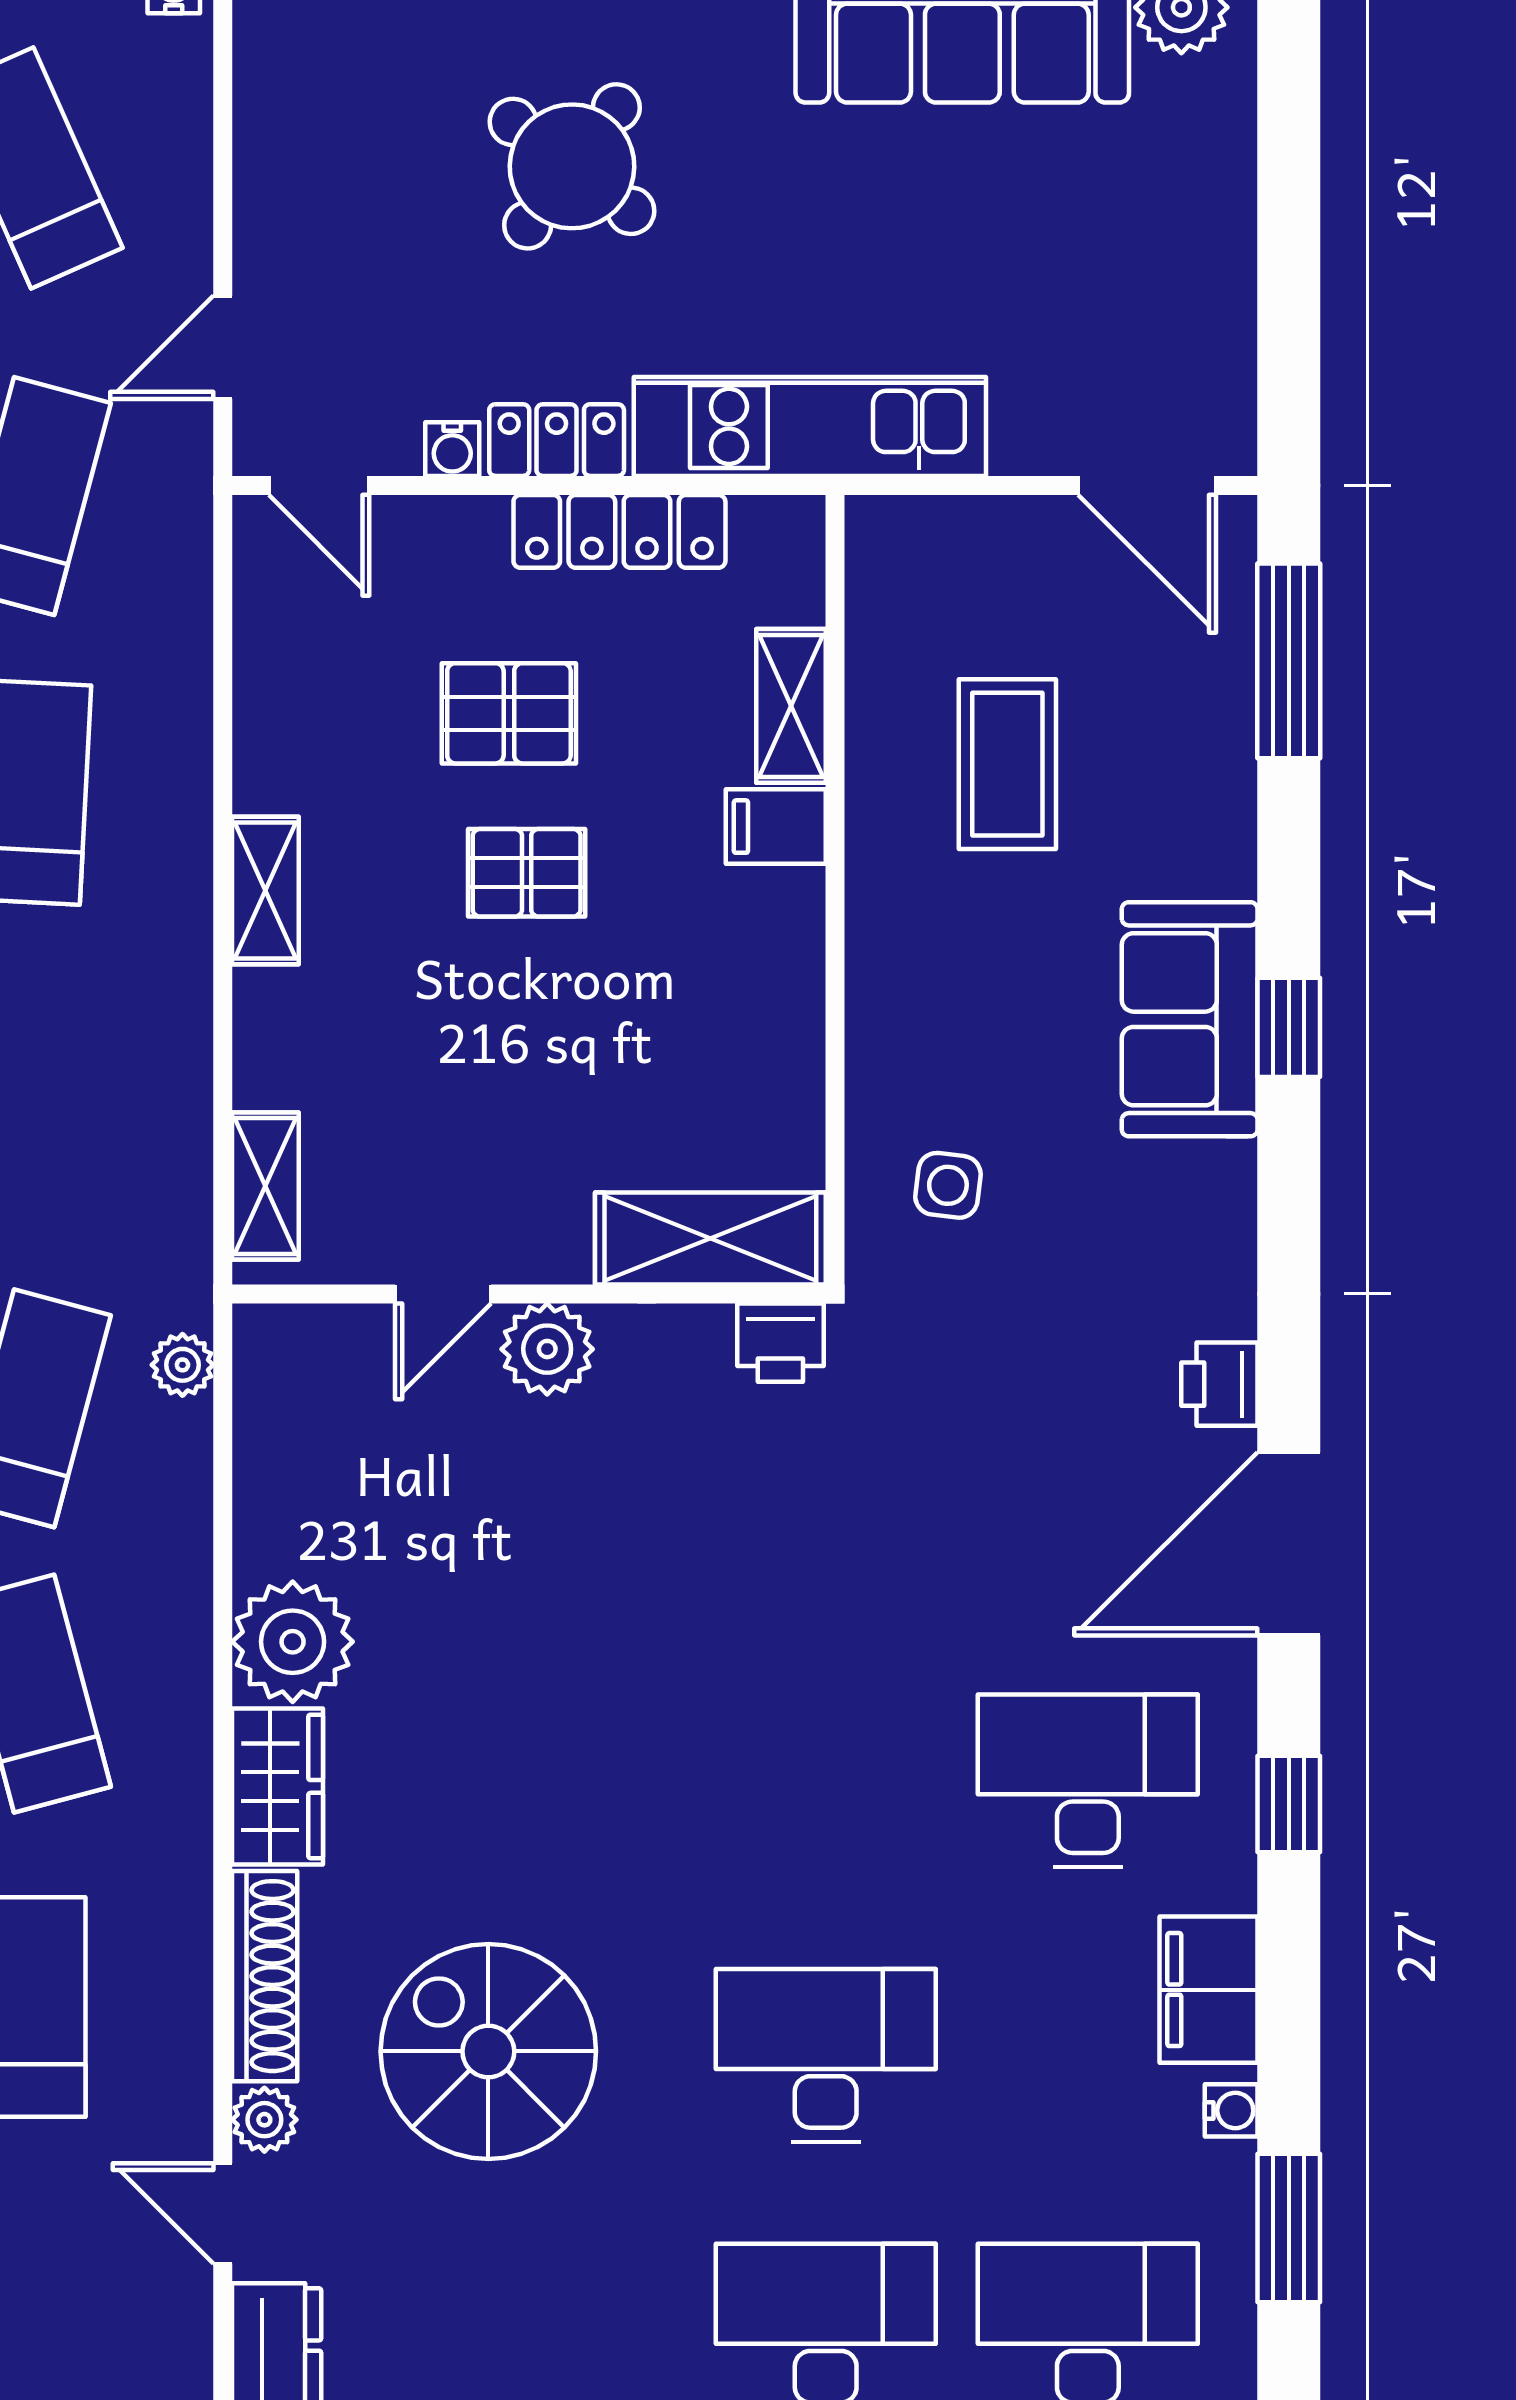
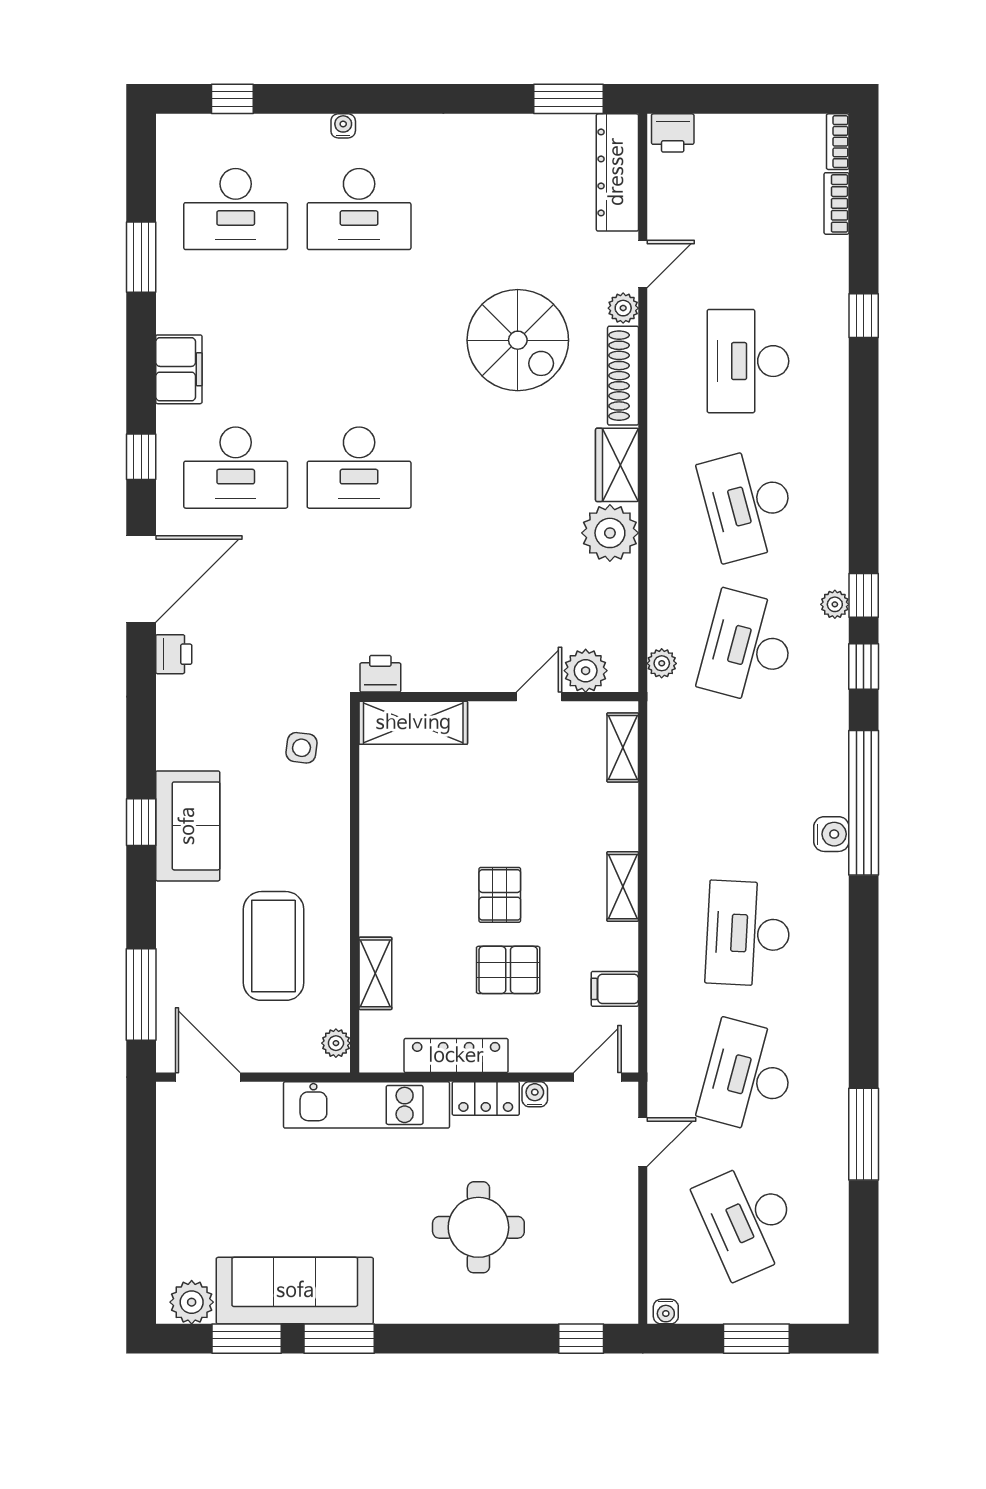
round table: (572, 166) -> (478, 1227), turned -37
door: (319, 485) -> (597, 1077), hinge flipped
plant: (875, 558) -> (336, 1043), added
coffee table: (1007, 764) -> (274, 946), width x1.36, depth x1.32
filing cabinet: (776, 827) -> (615, 989), moved, turned 180
pallet: (527, 873) -> (500, 895), turned 90
plant: (547, 1349) -> (586, 671), moved
desk: (826, 2055) -> (359, 468), moved
water cooler: (1231, 2110) -> (168, 312), removed
door: (223, 2213) -> (643, 264), hinge flipped

